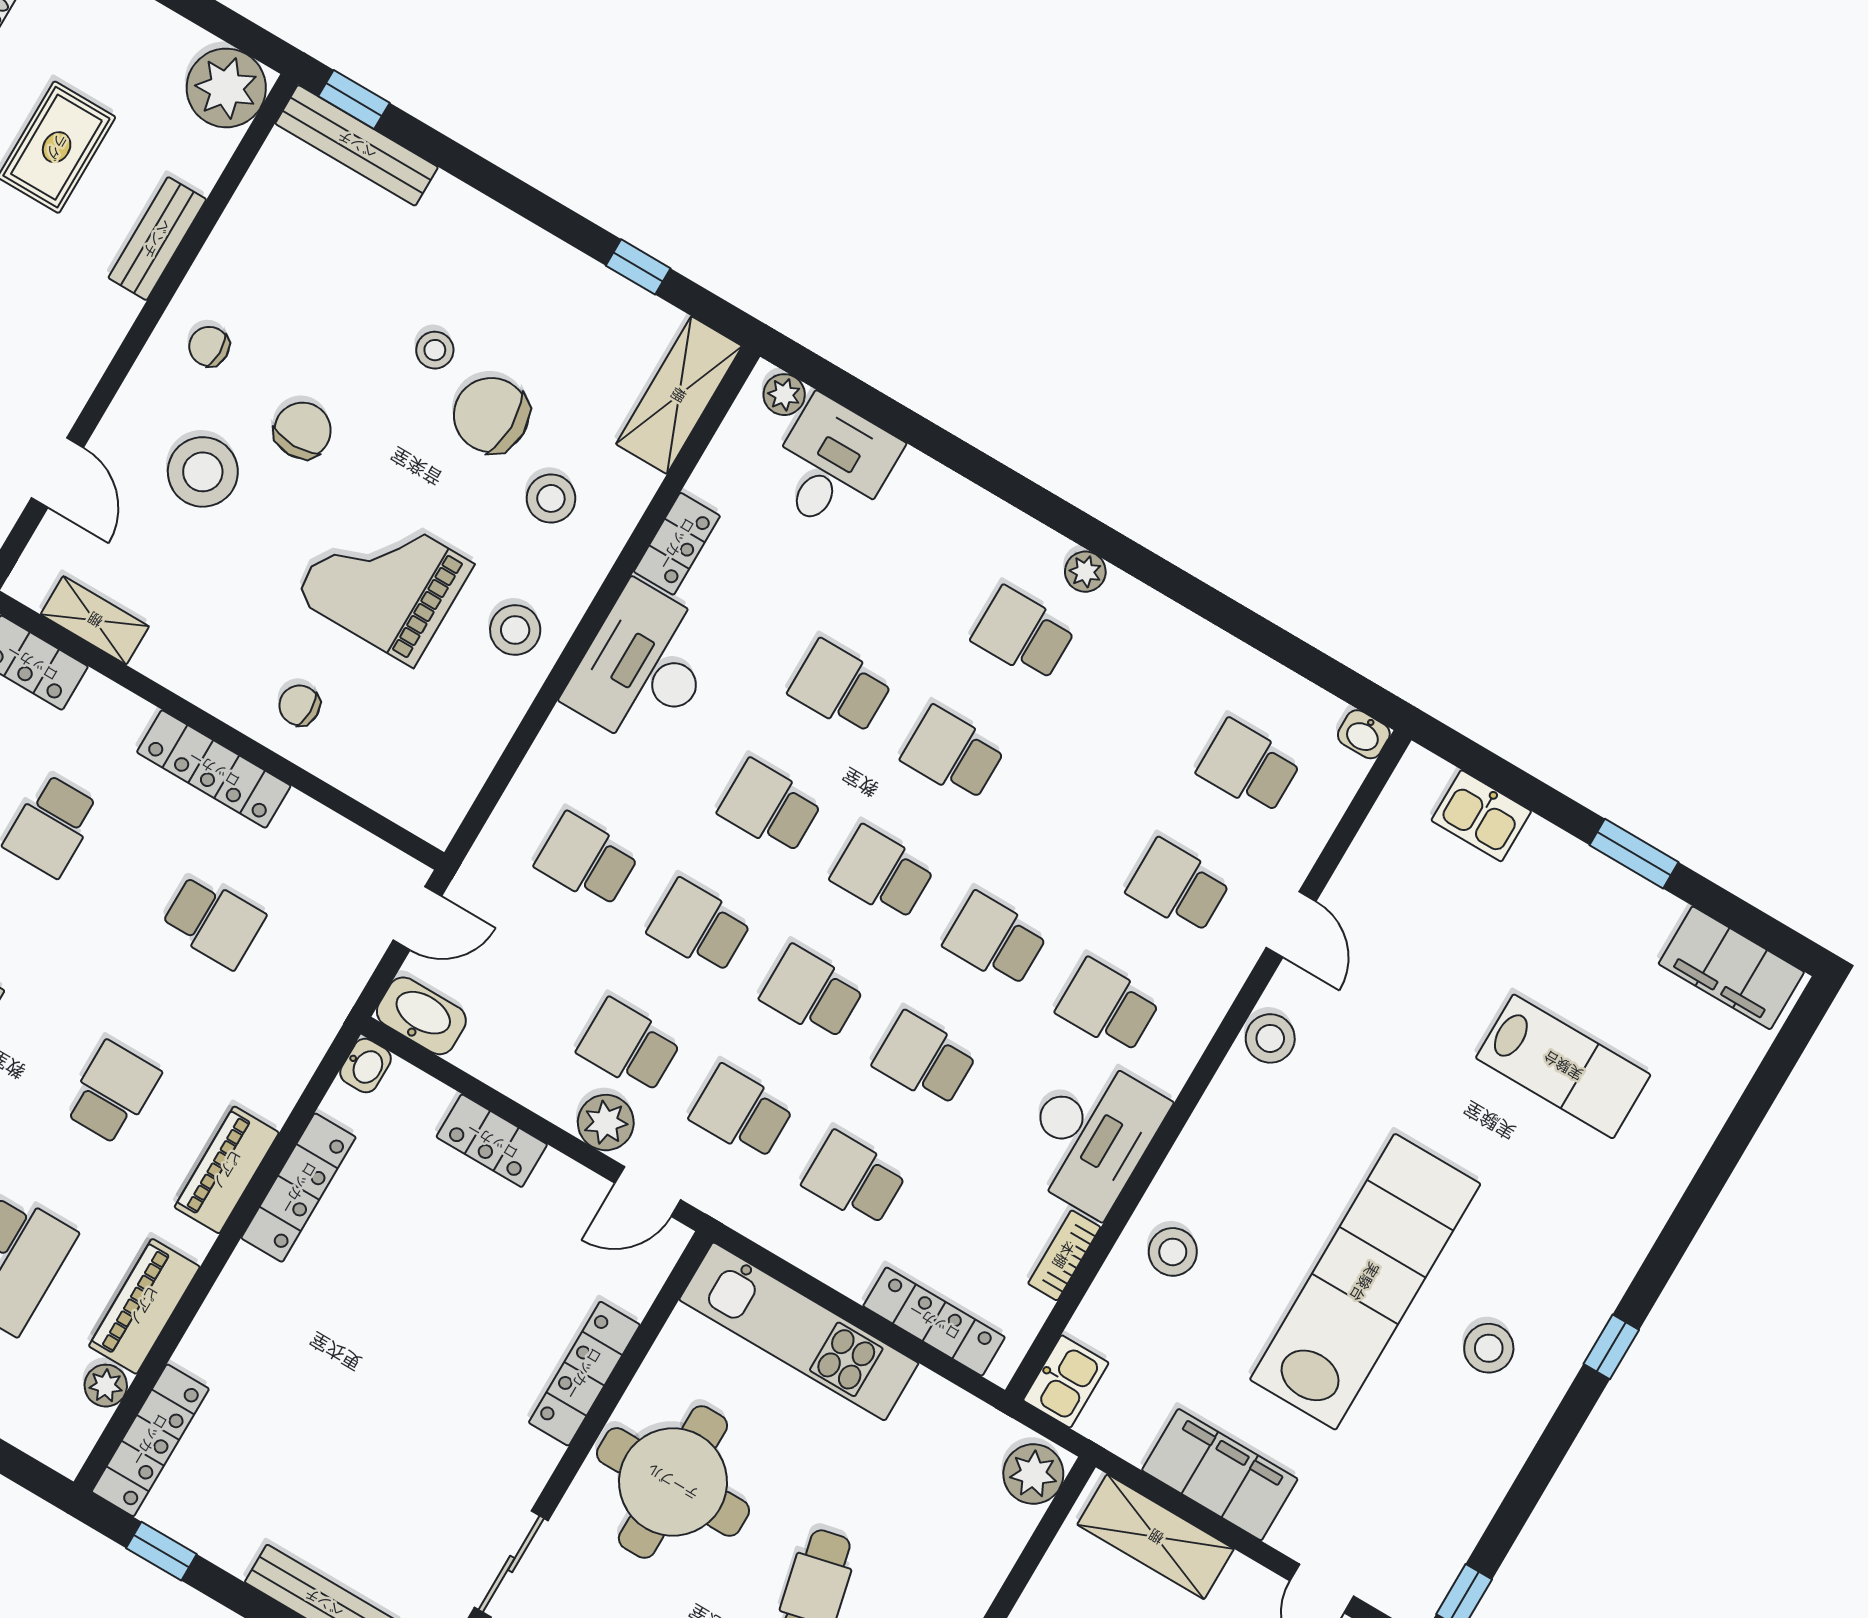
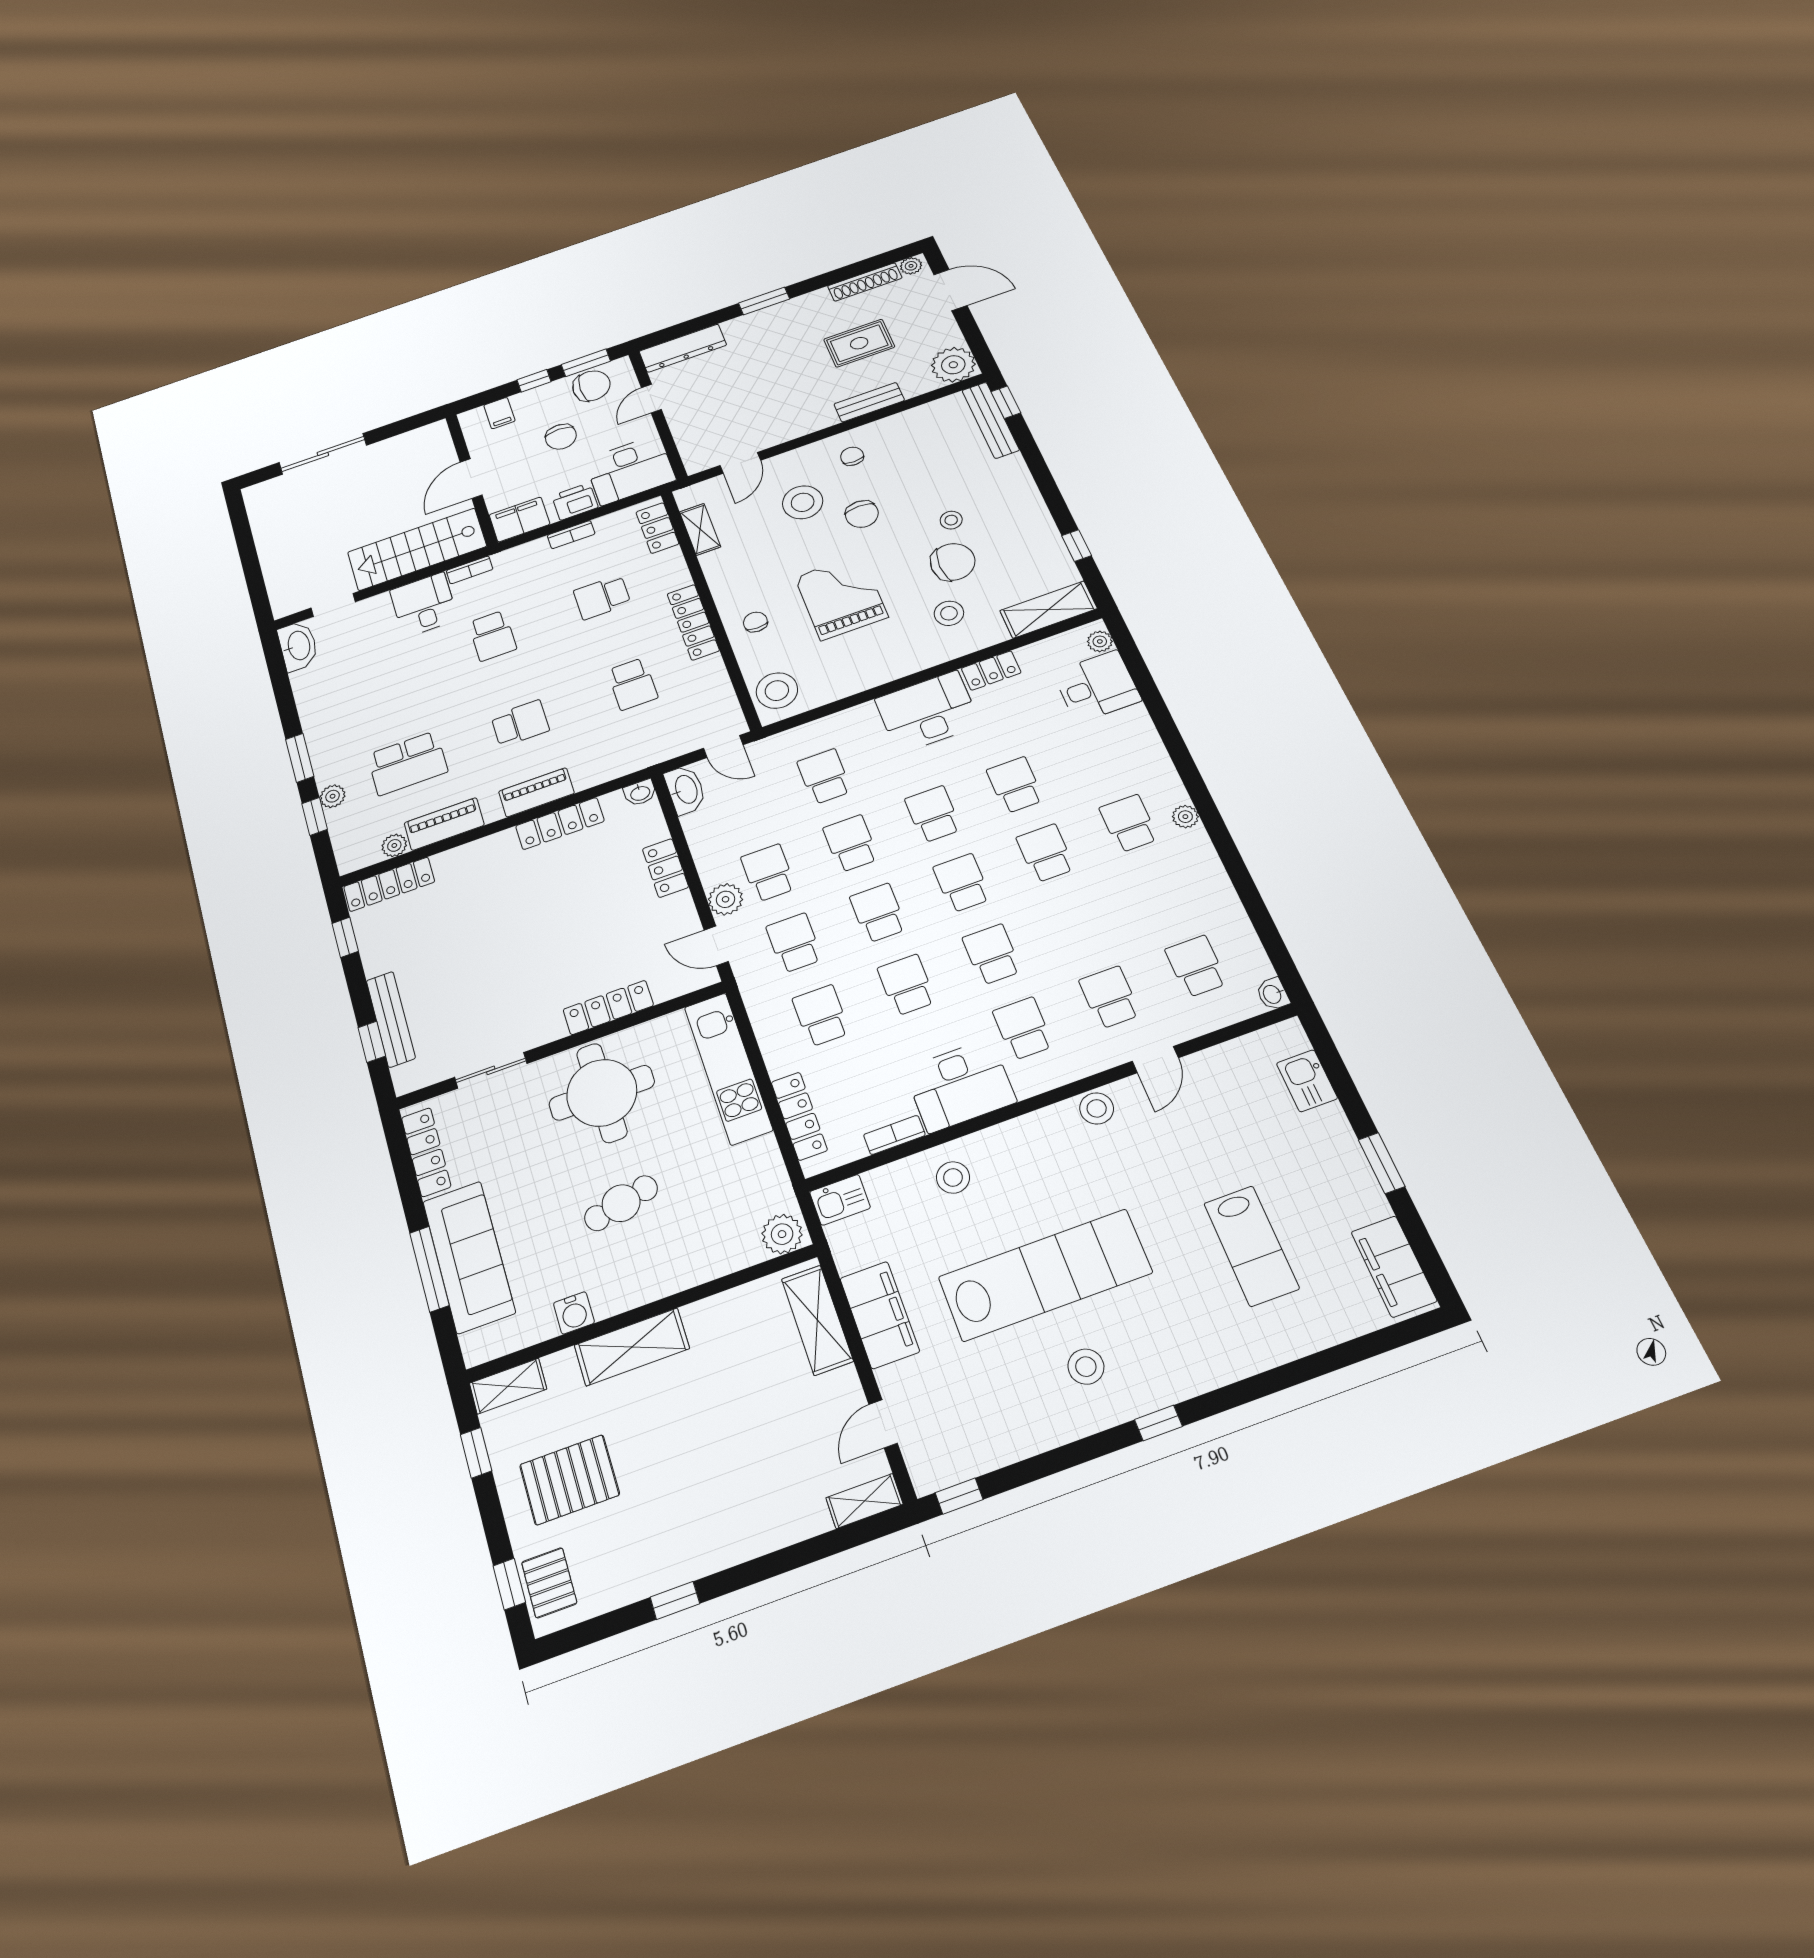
chair: (491, 415) -> (953, 562), turned 90
chair: (303, 430) -> (862, 514), turned 90
stool: (515, 630) -> (777, 691), moved, width x1.38, depth x1.38

